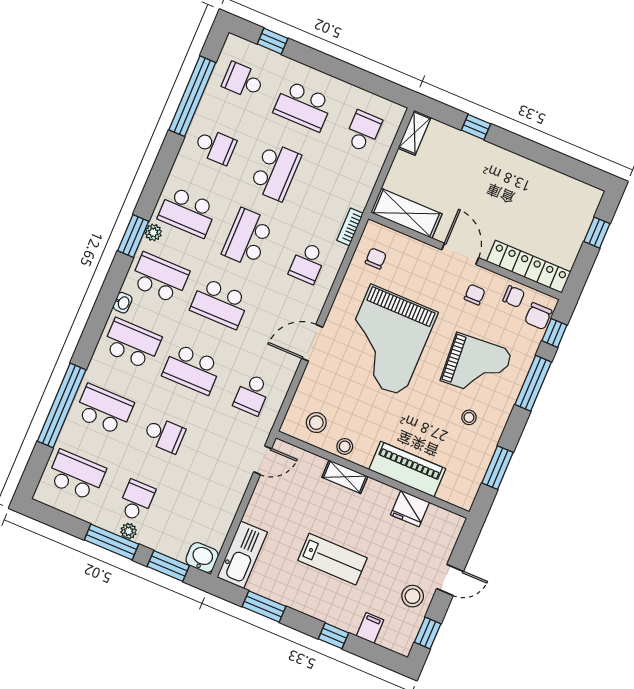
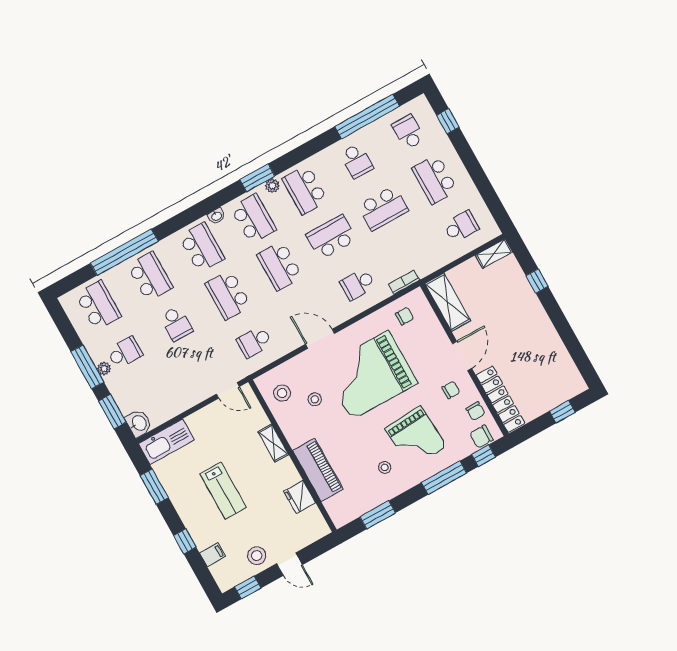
stool: (345, 446) -> (315, 399), moved

